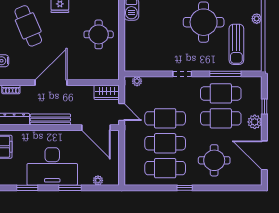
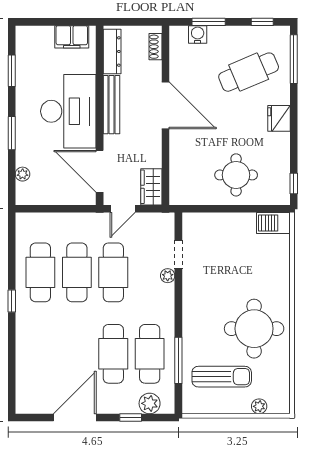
sun lounger: (236, 44) -> (222, 377), turned 180
doorway: (182, 74) -> (178, 254), moved
plant: (137, 81) -> (168, 276), moved
plant: (255, 122) -> (150, 403), moved
door: (96, 128) -> (100, 171), hinge flipped
door: (264, 155) -> (75, 418), moved
round table: (214, 160) -> (52, 344), removed
desk: (52, 166) -> (68, 111), moved, turned 180

